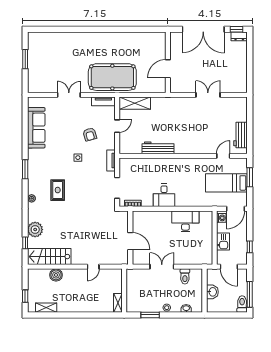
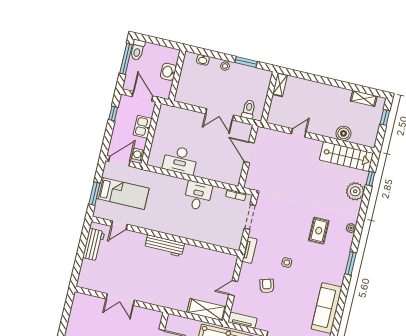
workbench: (158, 148) -> (165, 246), moved
toilet: (185, 276) -> (249, 109), moved

